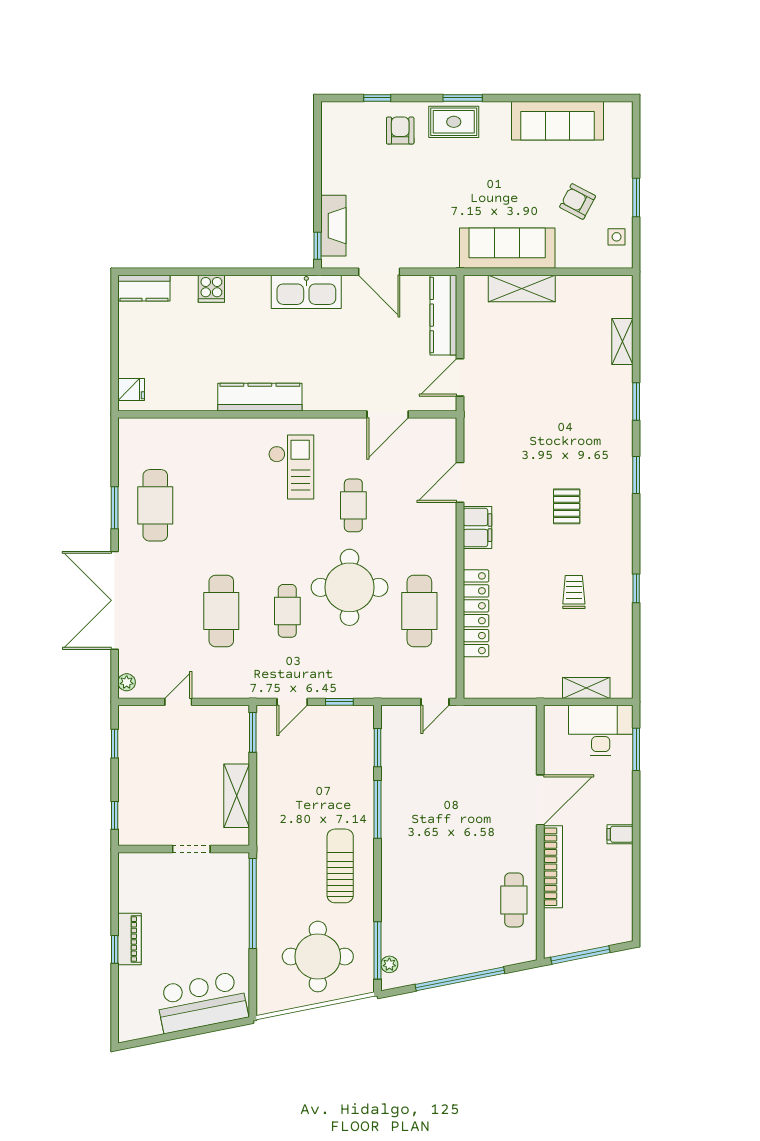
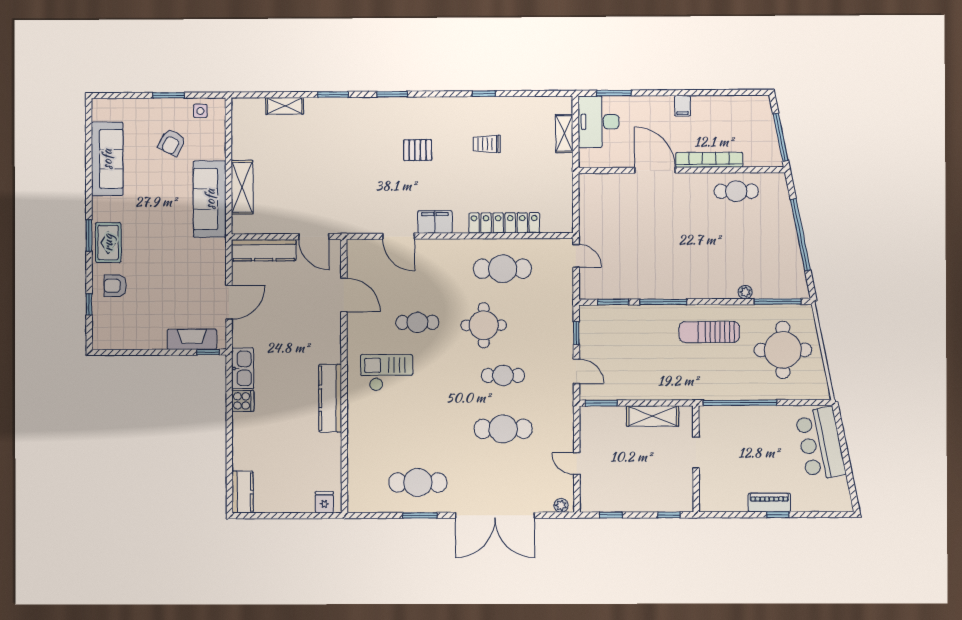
cooker: (211, 289) -> (243, 401), moved
kitchen sink: (306, 292) -> (243, 368), width x0.73, depth x0.81
round table: (350, 587) -> (484, 325), width x0.73, depth x0.73
plant: (389, 964) -> (745, 292), moved

